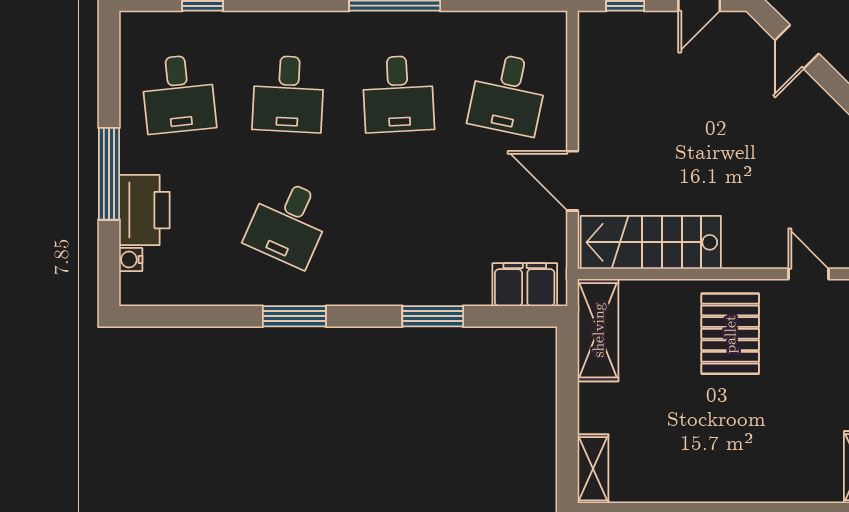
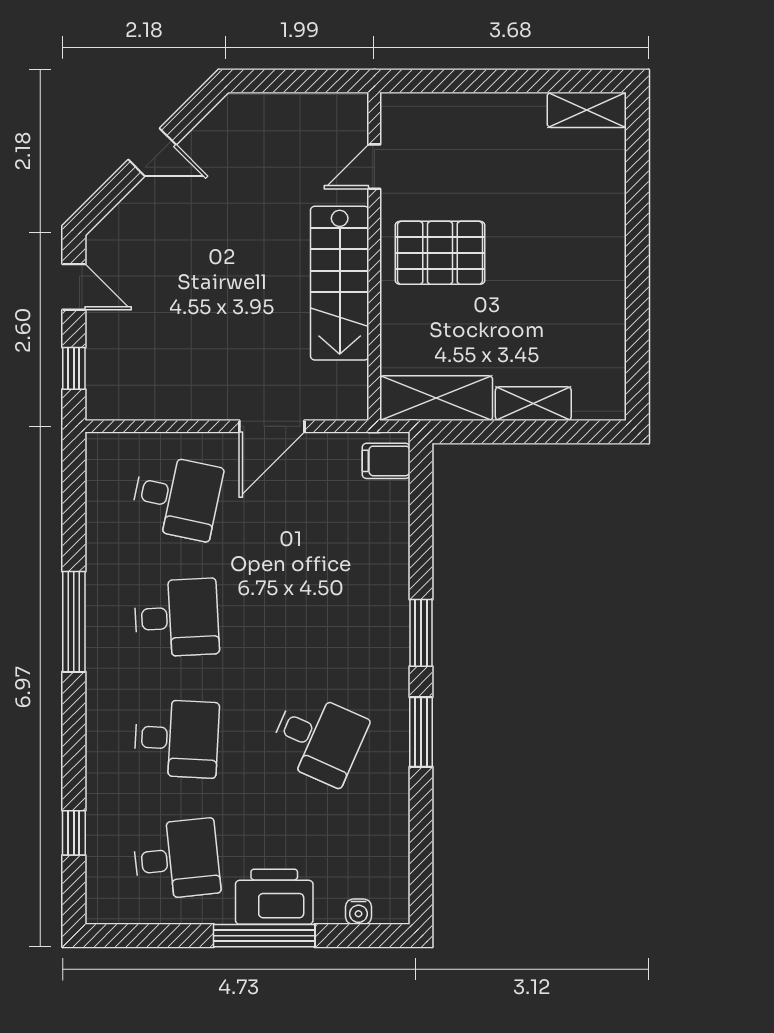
door: (797, 47) -> (152, 152), moved
printer: (144, 210) -> (274, 897), moved
stairs: (651, 242) -> (340, 283), moved
filing cabinet: (525, 285) -> (386, 461), width x0.50
window: (433, 316) -> (421, 633), moved
shelving: (593, 469) -> (533, 404), moved

